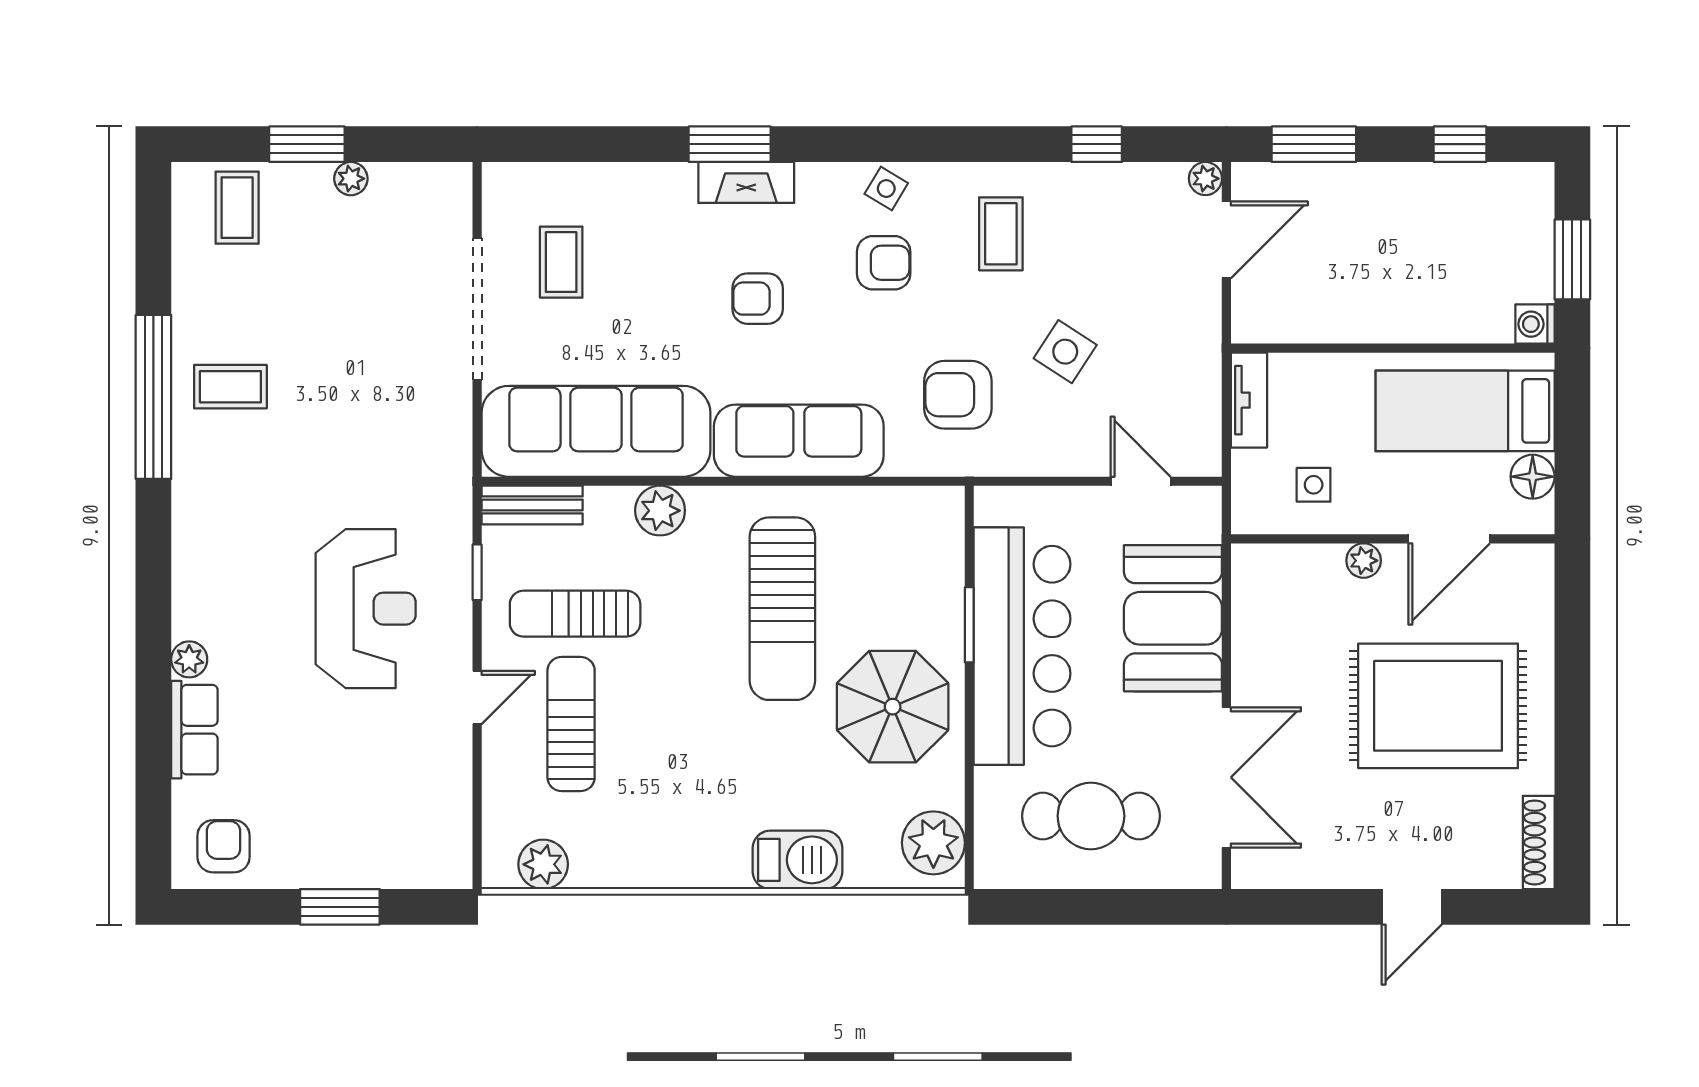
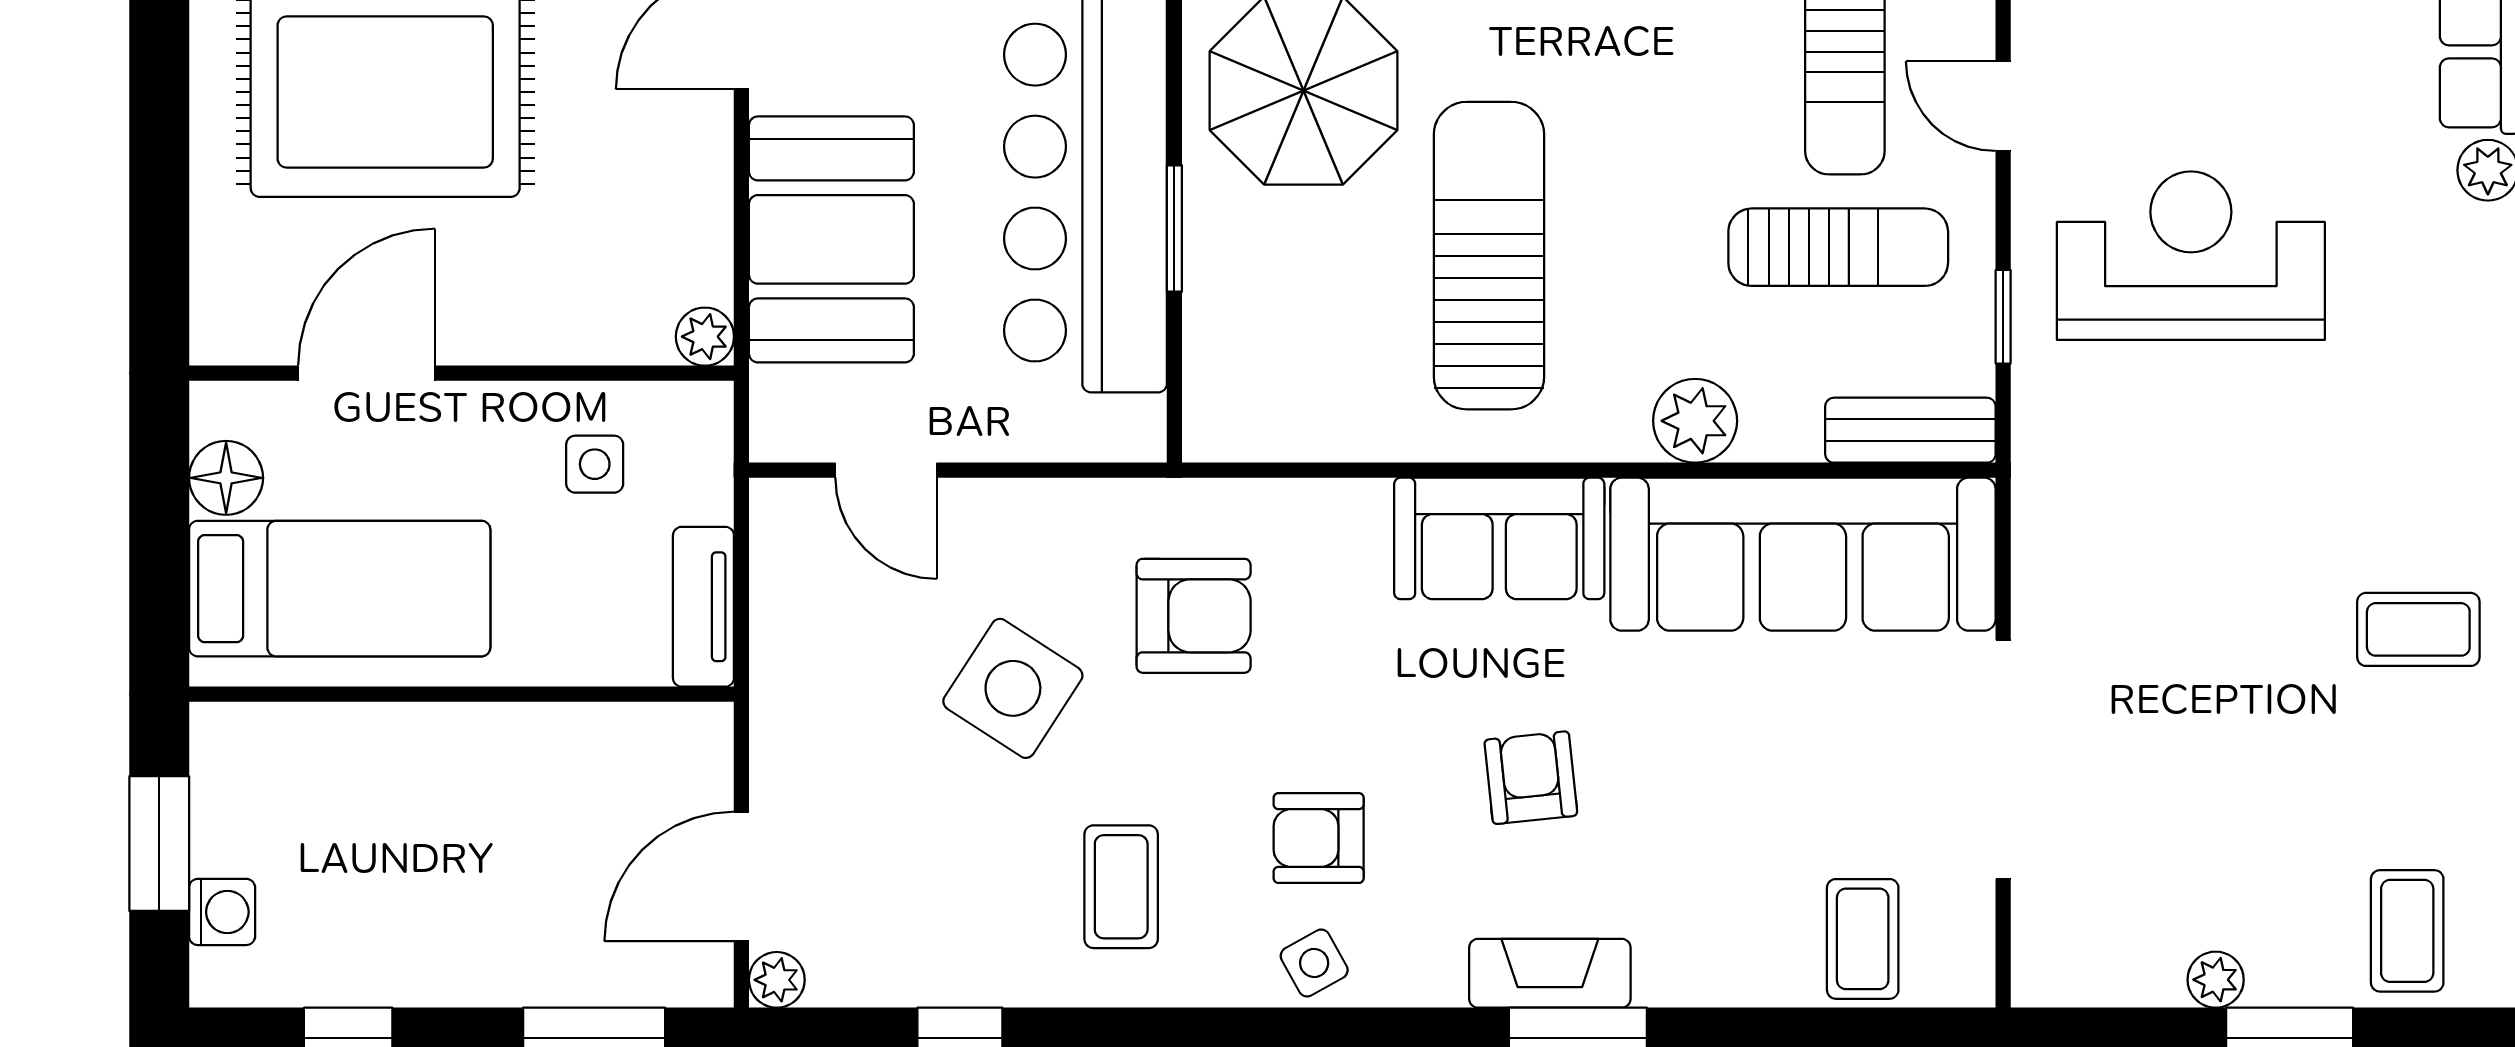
side table: (886, 189) -> (1314, 963), turned 30
coffee table: (561, 262) -> (1863, 939), moved
armchair: (758, 299) -> (1531, 778), turned -96
washing machine: (1535, 324) -> (222, 912), moved
side table: (1065, 352) -> (1013, 688), width x1.37, depth x1.37
sofa: (799, 441) -> (1499, 538), width x0.73
plant: (1364, 561) -> (705, 337), moved
reception desk: (366, 609) -> (2191, 256), turned 90
door: (477, 697) -> (2003, 106), hinge flipped

